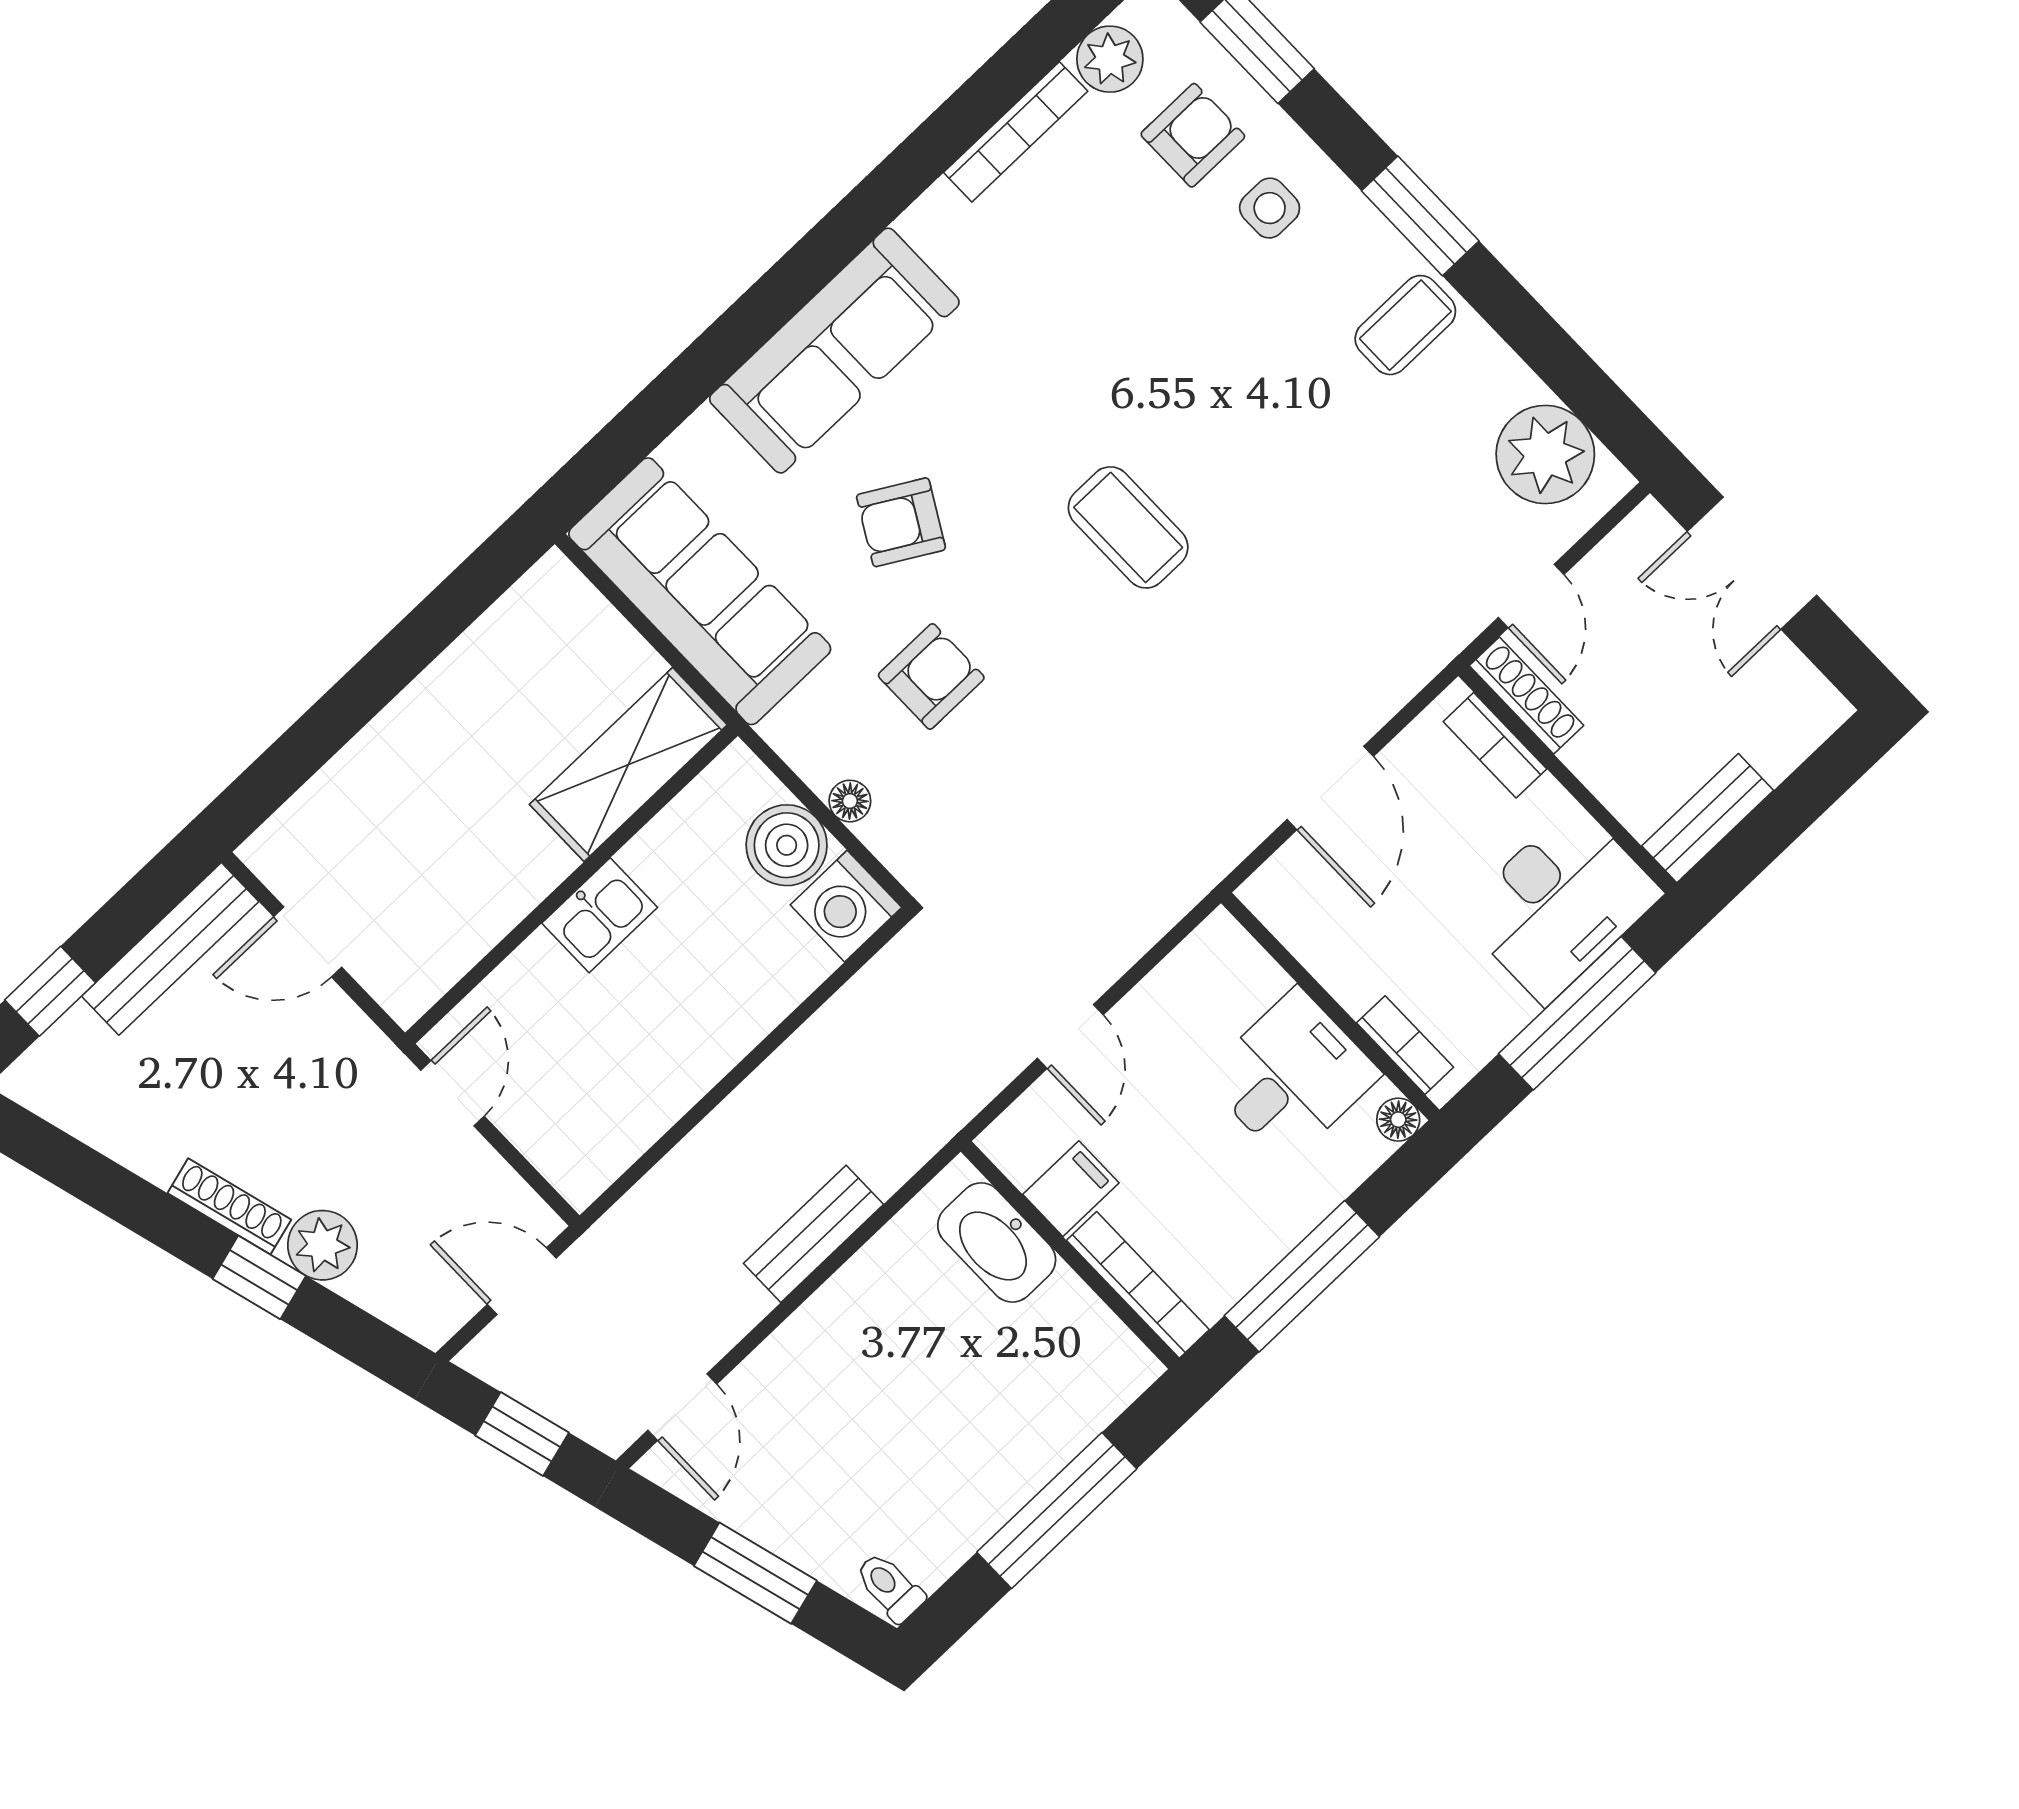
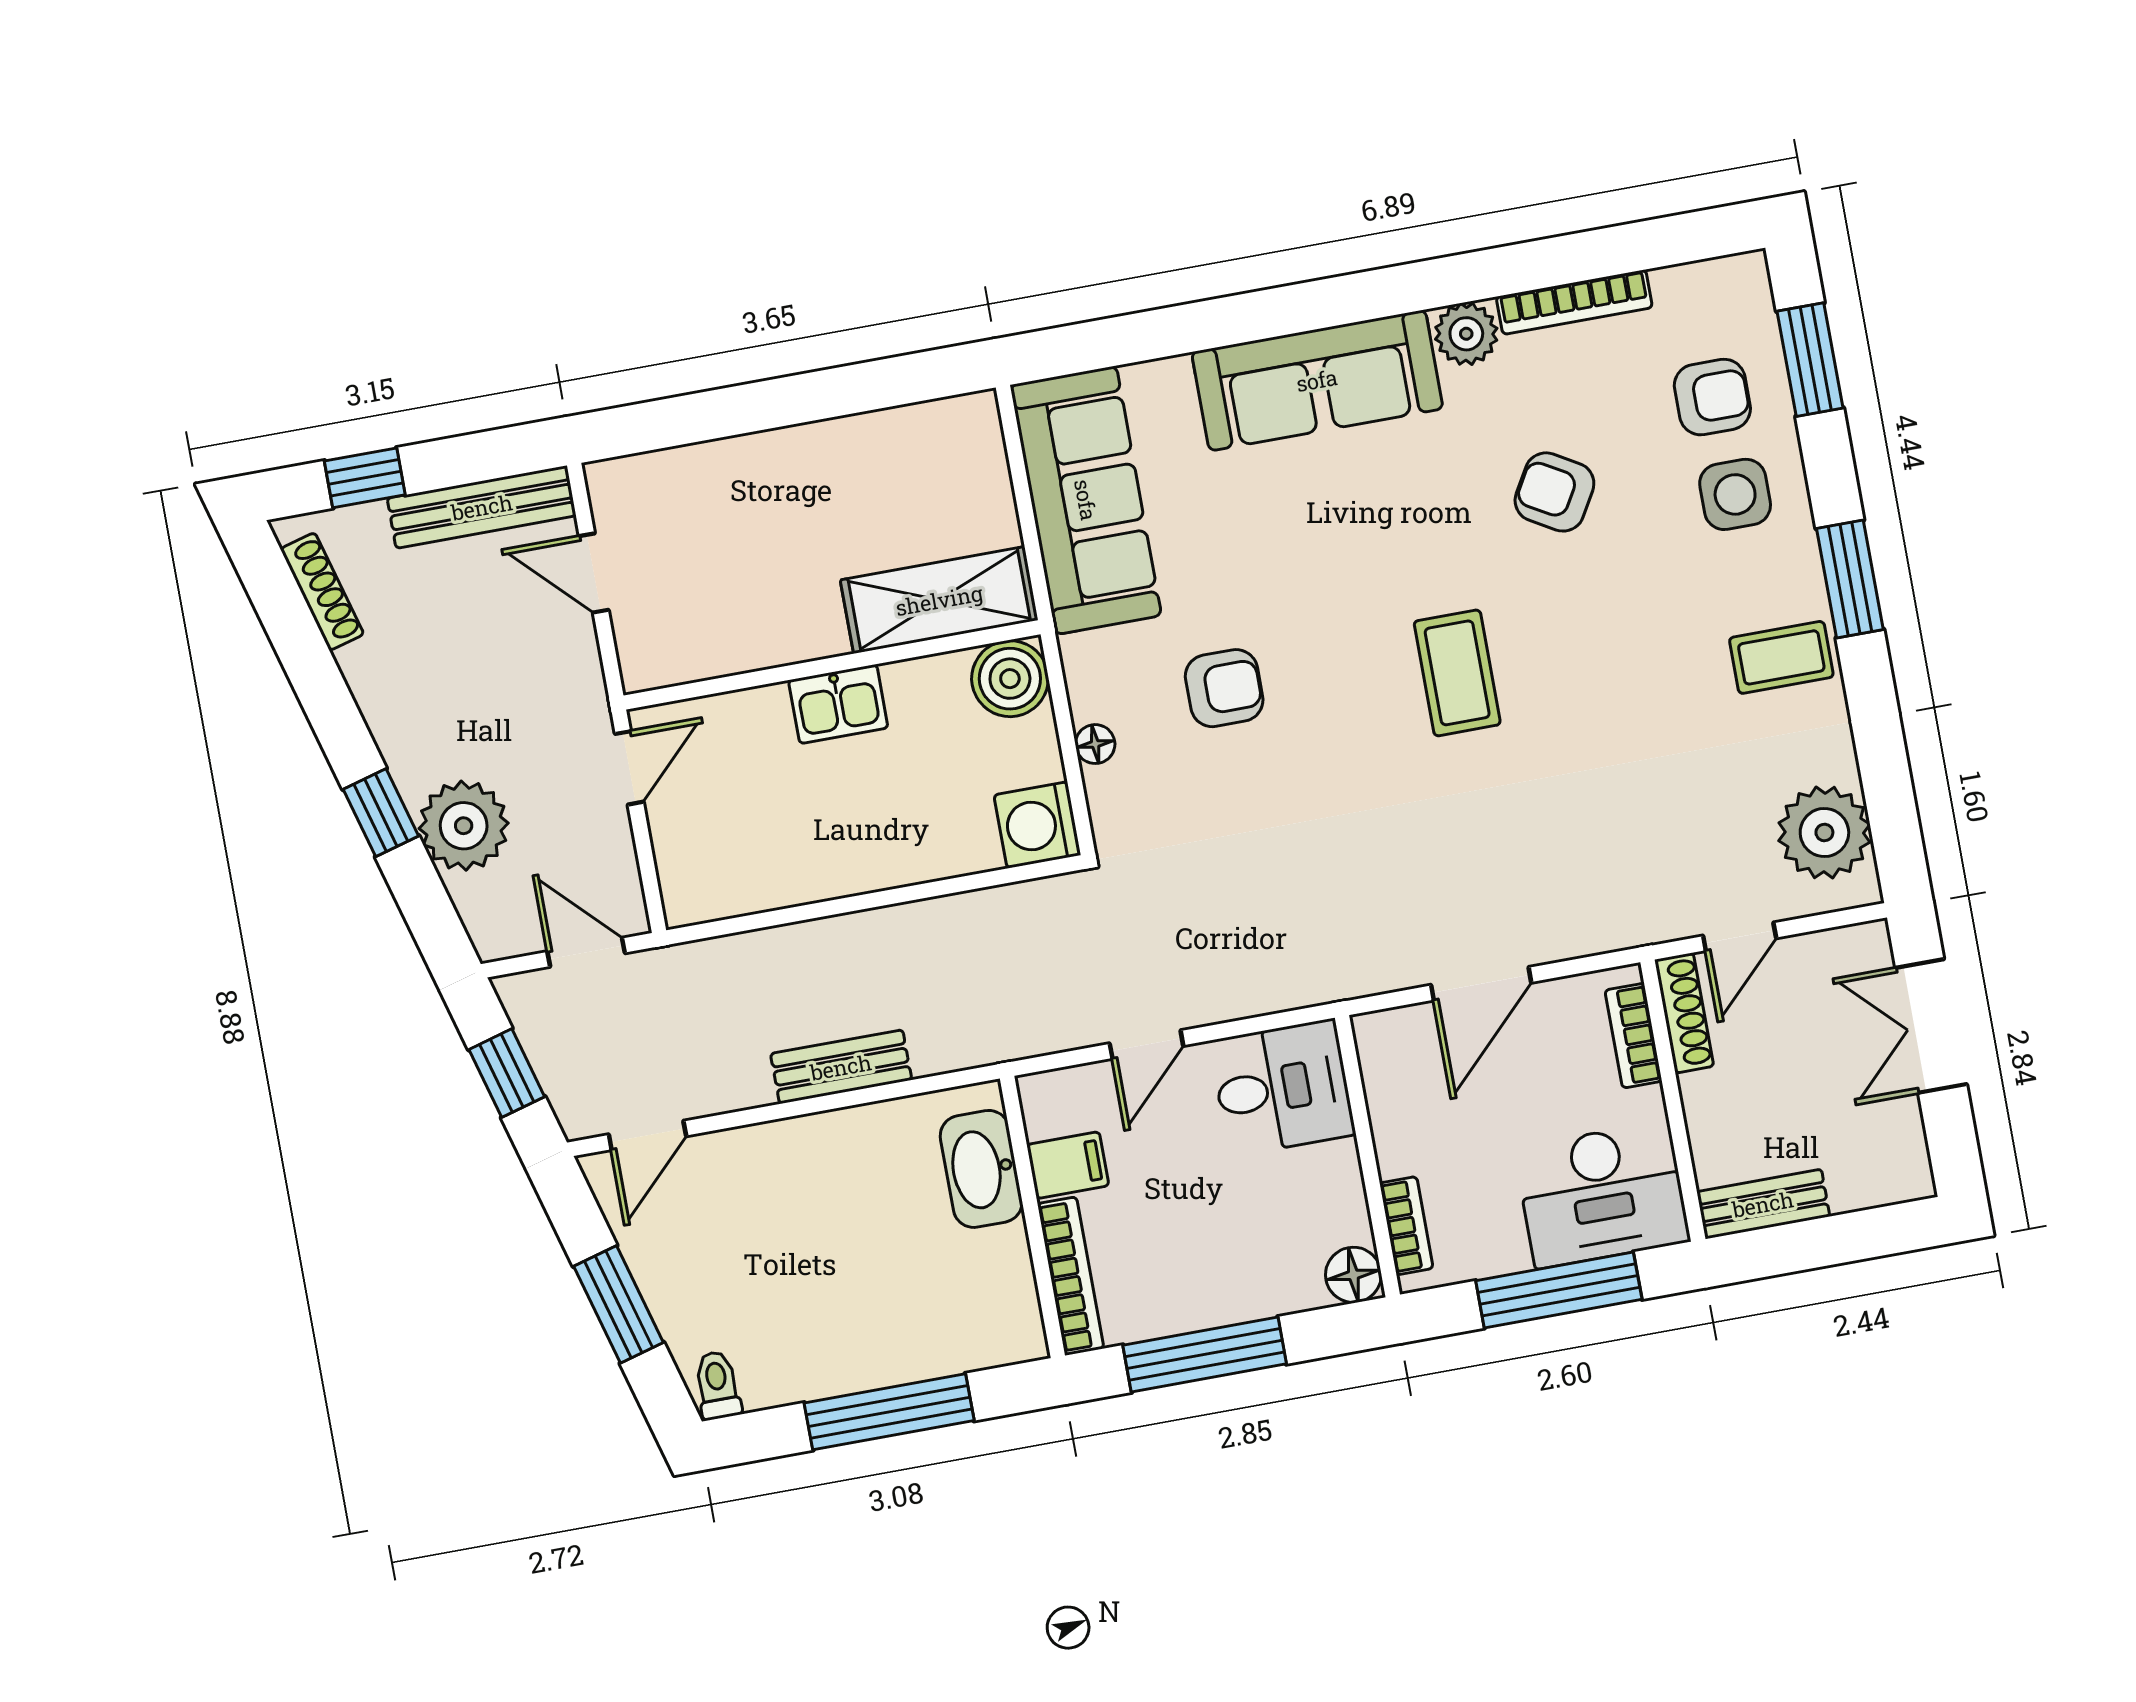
plant: (1110, 59) -> (1466, 334), moved
side table: (1270, 208) -> (1735, 494), width x1.37, depth x1.37
armchair: (901, 522) -> (1554, 492), moved
boiler: (787, 845) -> (1010, 679), moved
desk: (1292, 1076) -> (1282, 1088), moved
floor lamp: (1398, 1120) -> (1353, 1275), width x1.37, depth x1.37
shoe rack: (229, 1206) -> (322, 591), moved
plant: (322, 1245) -> (464, 826), width x1.36, depth x1.36

